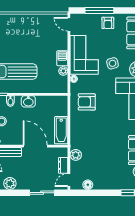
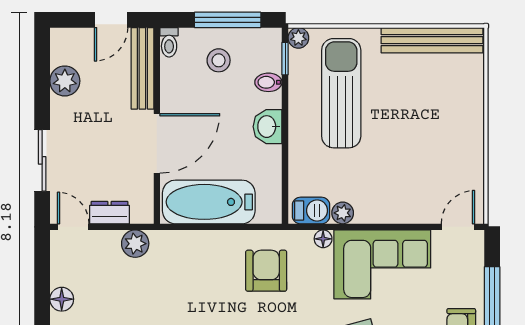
barbecue: (62, 58) -> (311, 211), moved
bathtub: (61, 130) -> (209, 202), width x1.36, depth x1.36
floor lamp: (88, 185) -> (62, 299), moved

